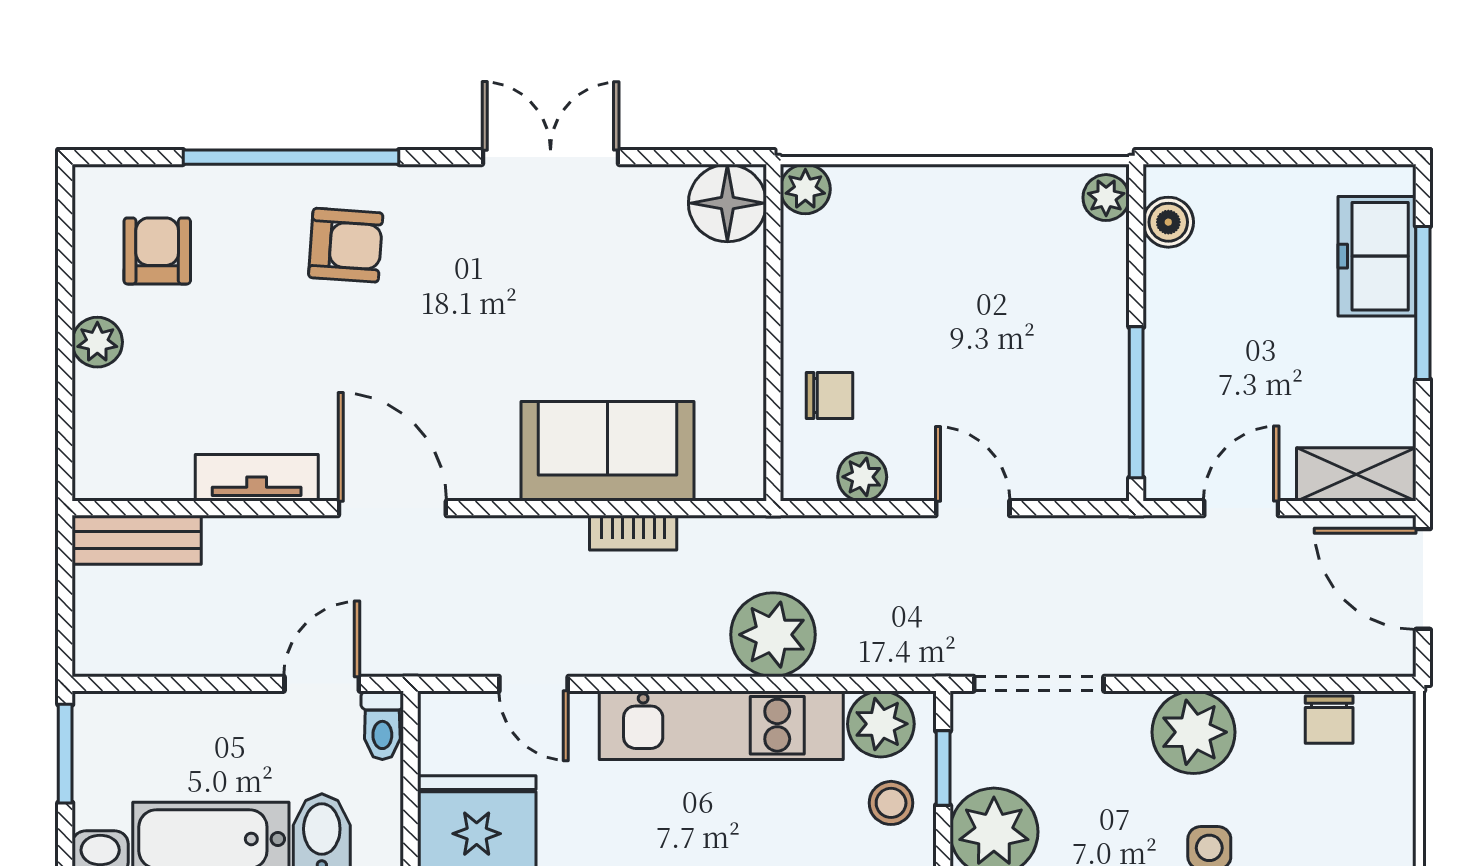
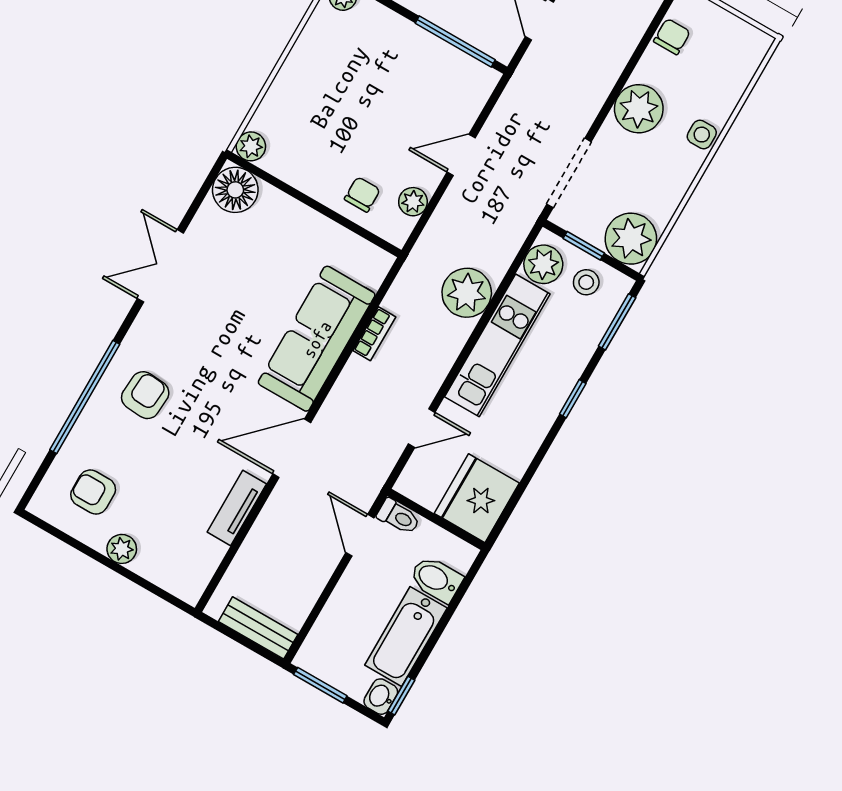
sofa: (608, 451) -> (317, 339), width x1.36
bench: (137, 540) -> (258, 628), moved, turned 90
chair: (1329, 720) -> (672, 37), turned -90

